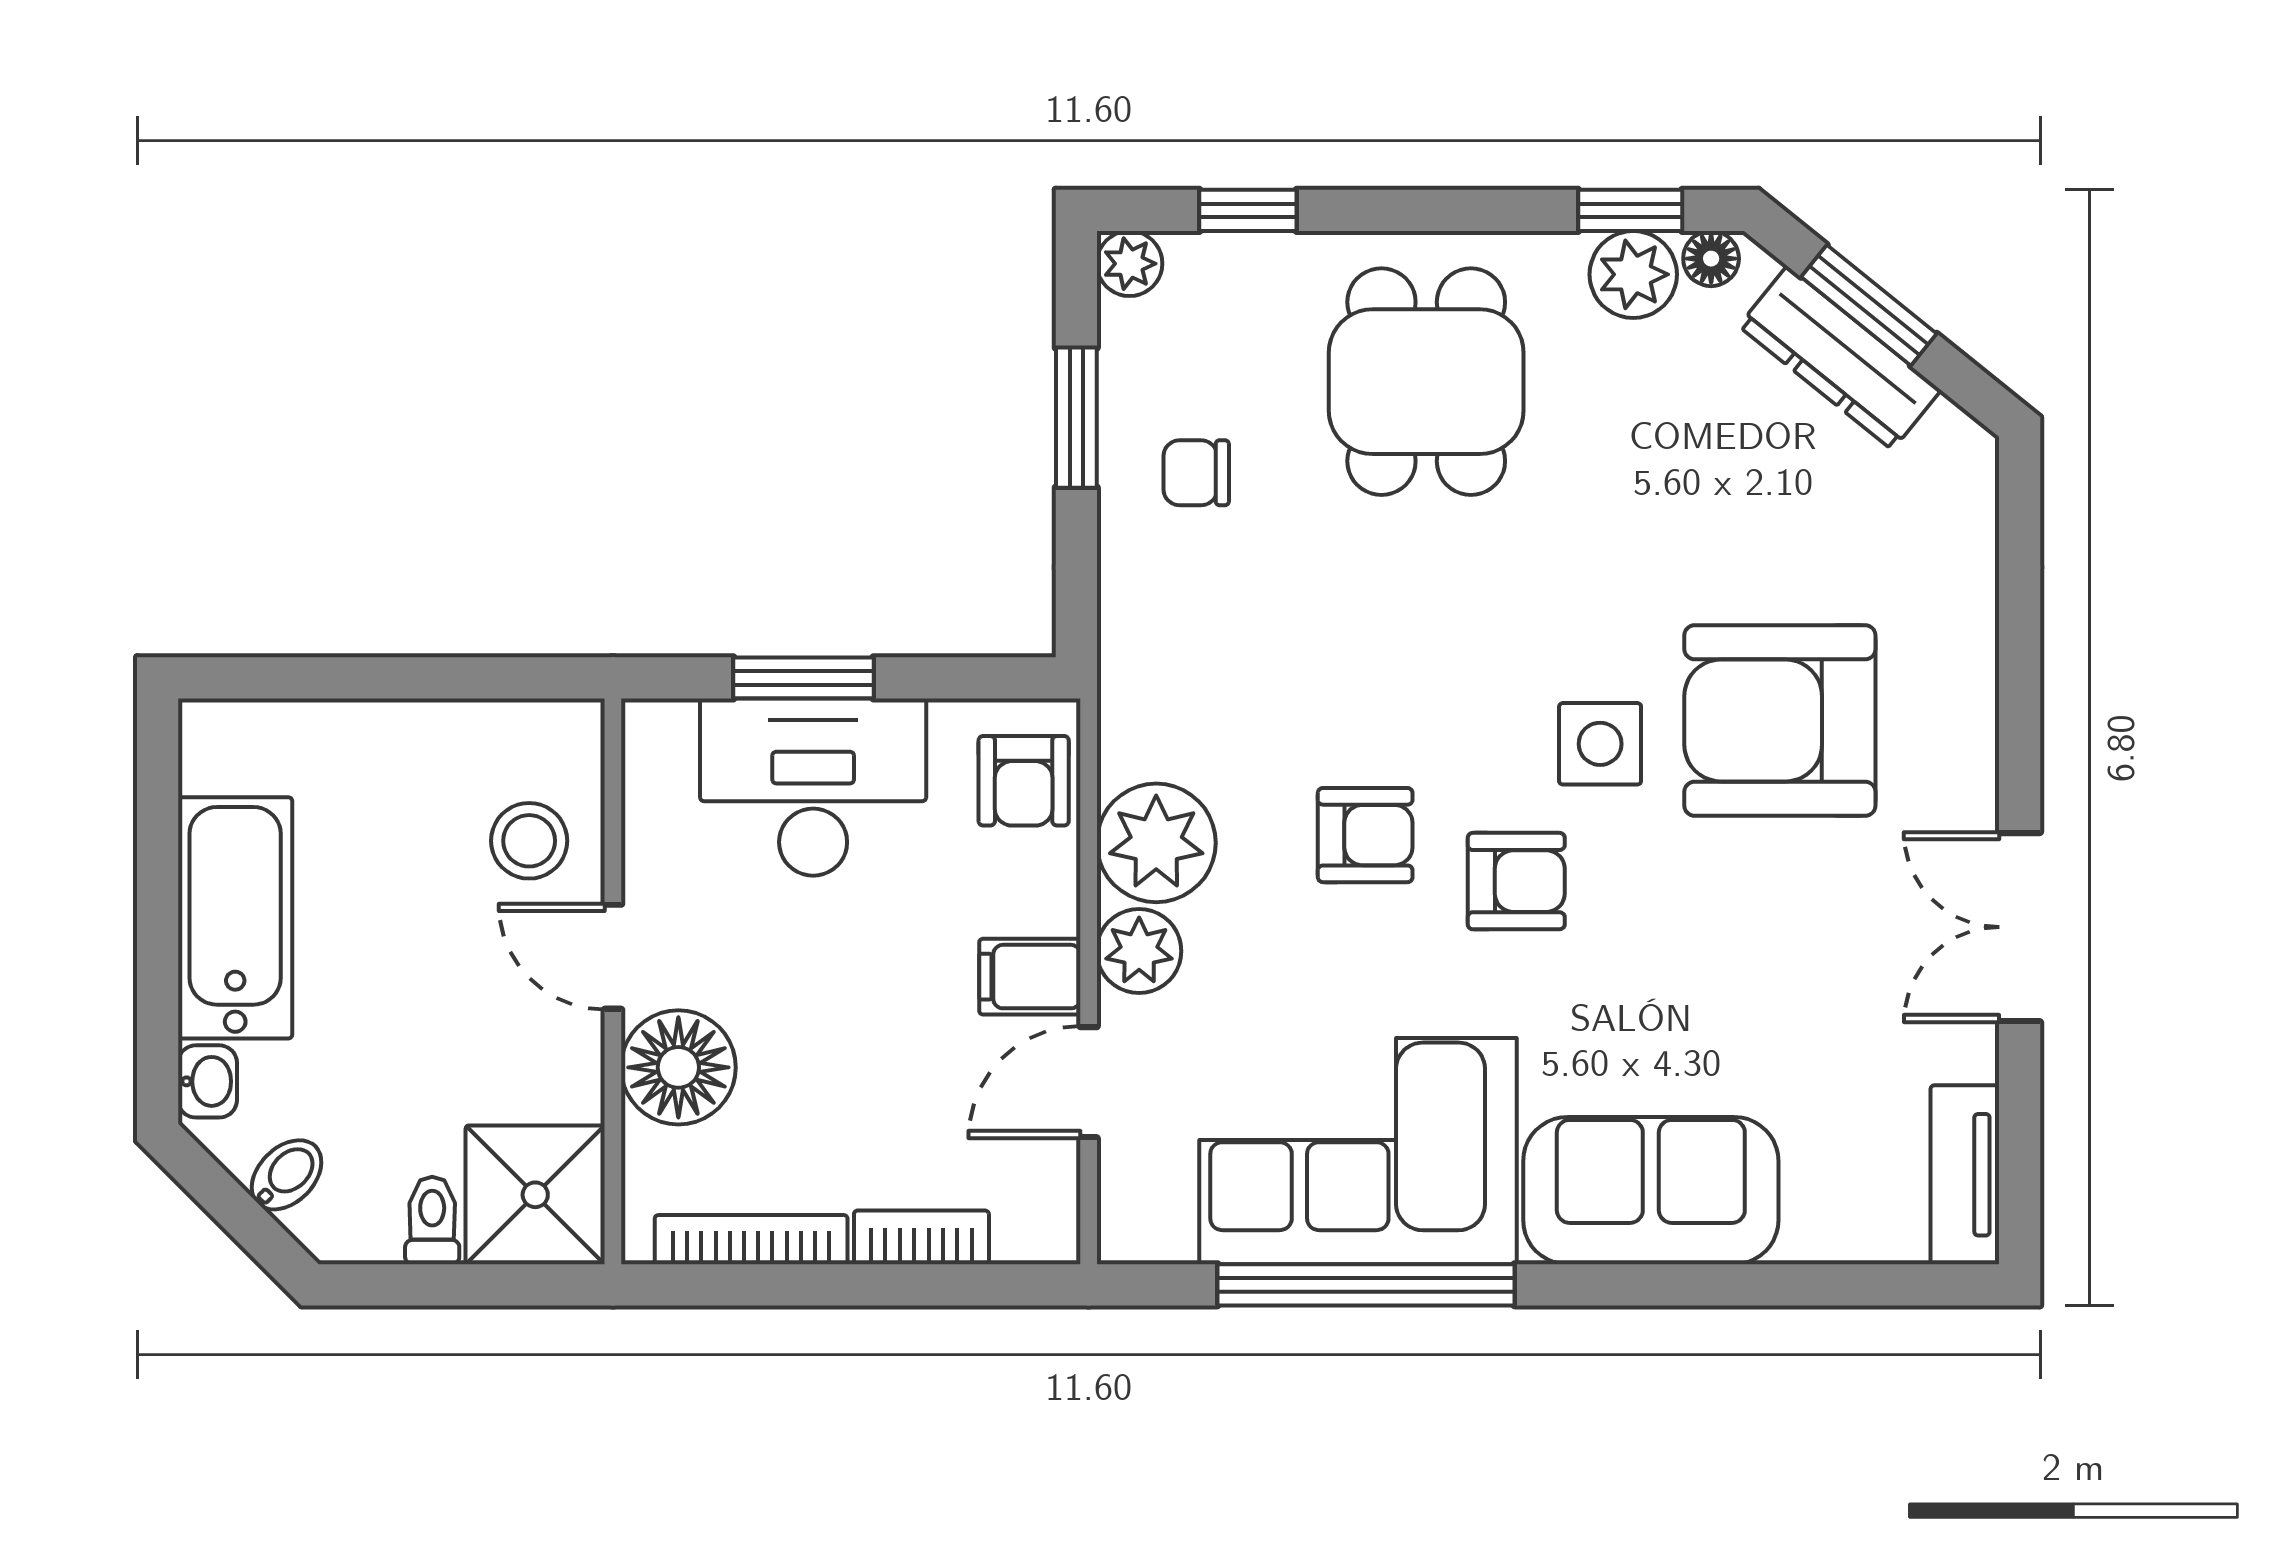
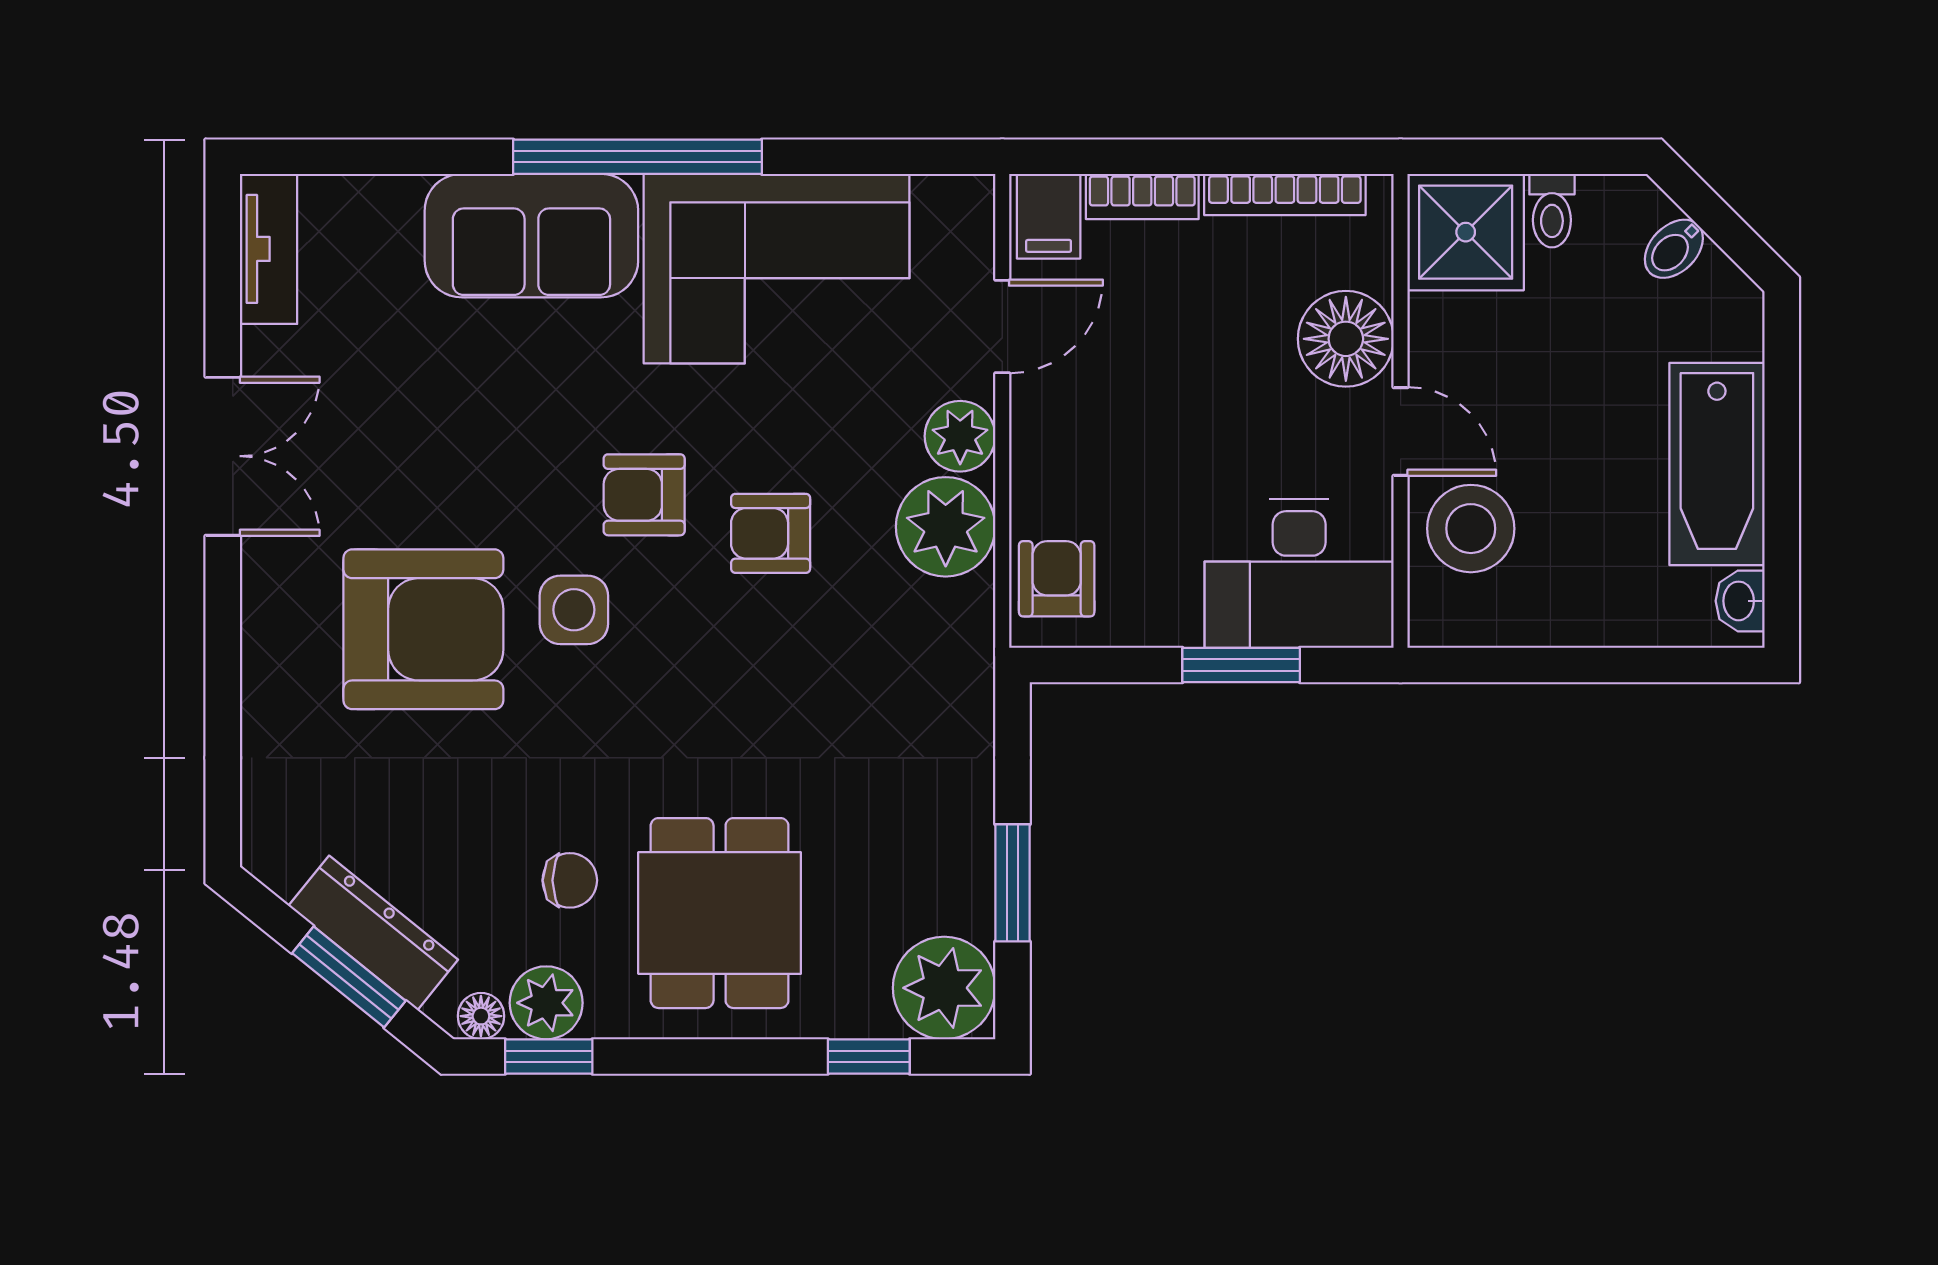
plant: (1130, 264) -> (944, 988), width x1.88, depth x1.88
chair: (1196, 473) -> (570, 880), moved
desk: (813, 787) -> (1299, 574), moved
stool: (529, 841) -> (1471, 529), width x1.38, depth x1.38
filing cabinet: (1030, 977) -> (1049, 216), moved, turned 90
washbasin: (208, 1081) -> (1740, 601), moved
window: (1366, 1285) -> (638, 157), moved

